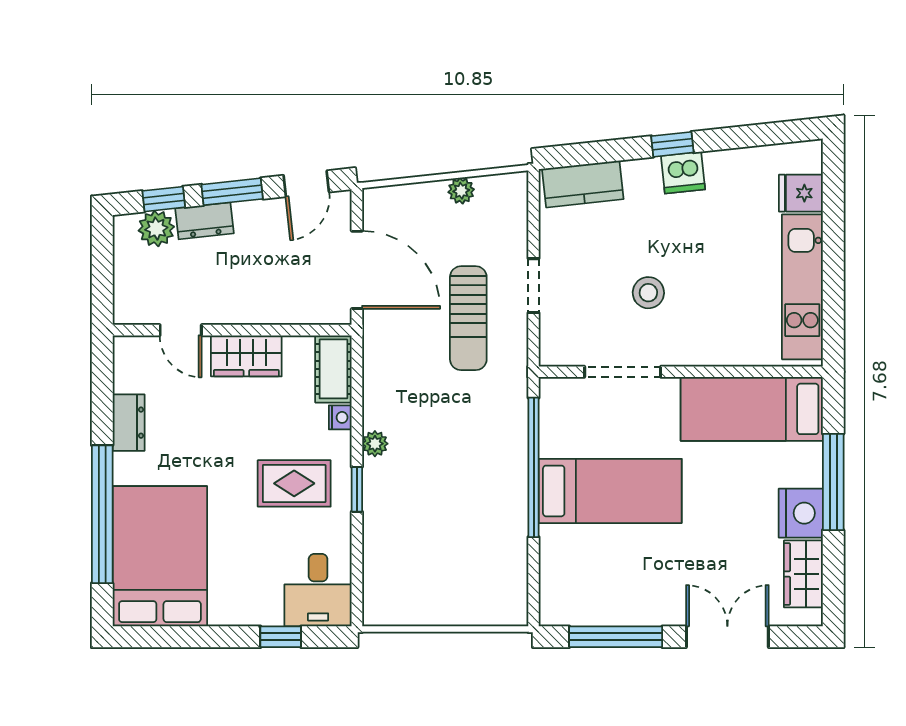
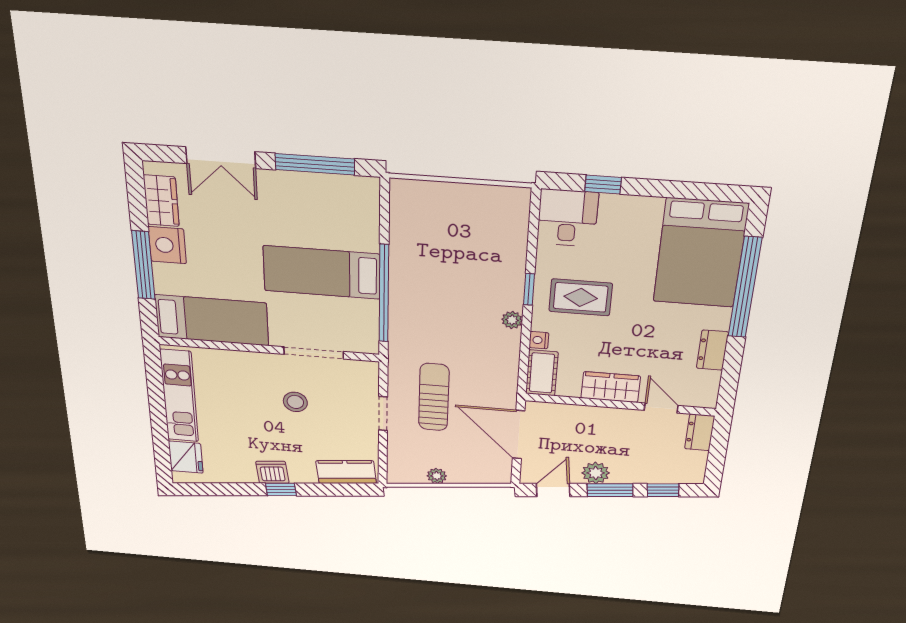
fridge: (801, 193) -> (186, 457), width x1.38
dresser: (204, 221) -> (700, 432), moved, turned -84
plant: (156, 229) -> (596, 473), moved

